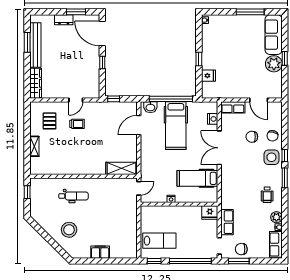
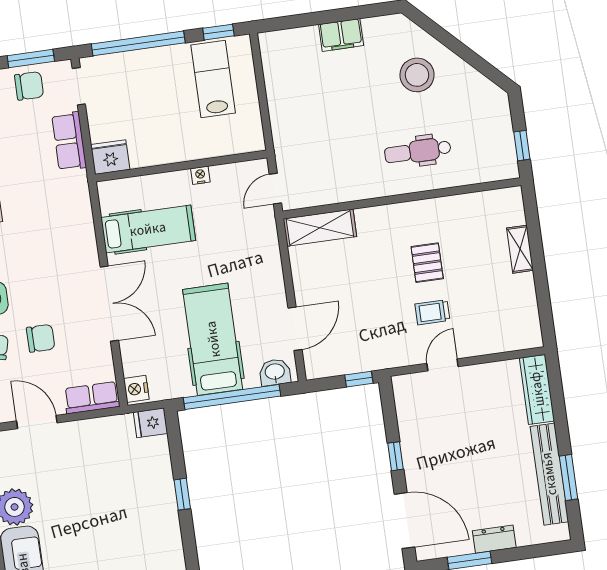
fridge: (209, 76) -> (150, 423), moved
nightstand: (213, 119) -> (136, 389), moved
pallet: (50, 121) -> (427, 263), moved
lab bench: (159, 241) -> (213, 79), turned 90

